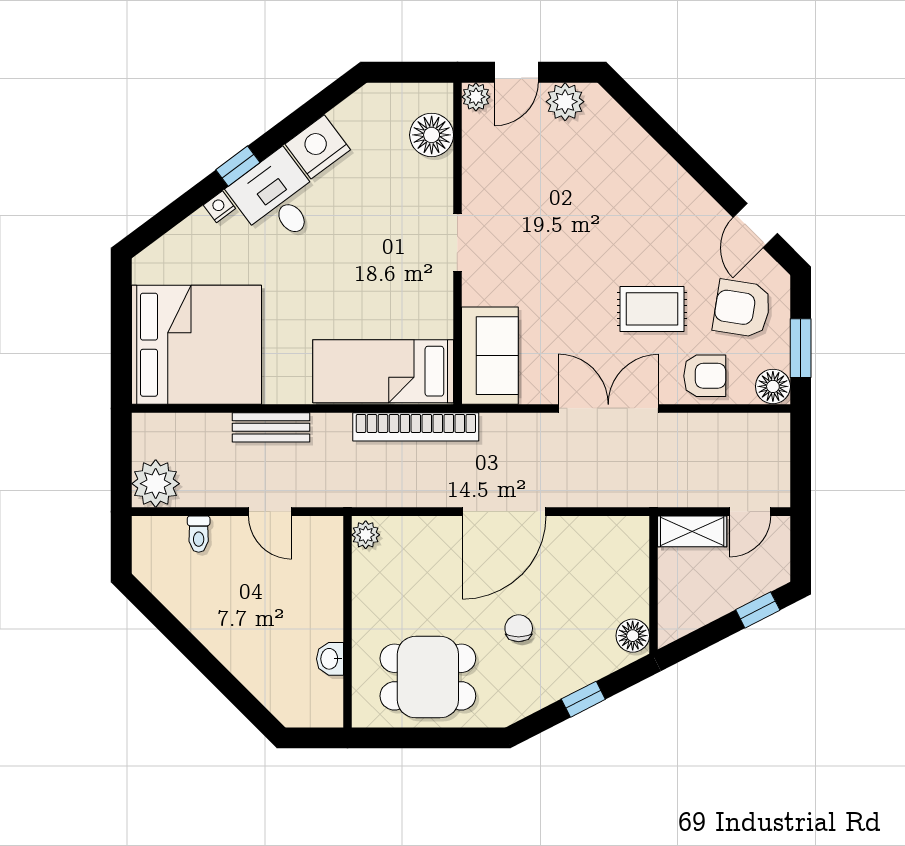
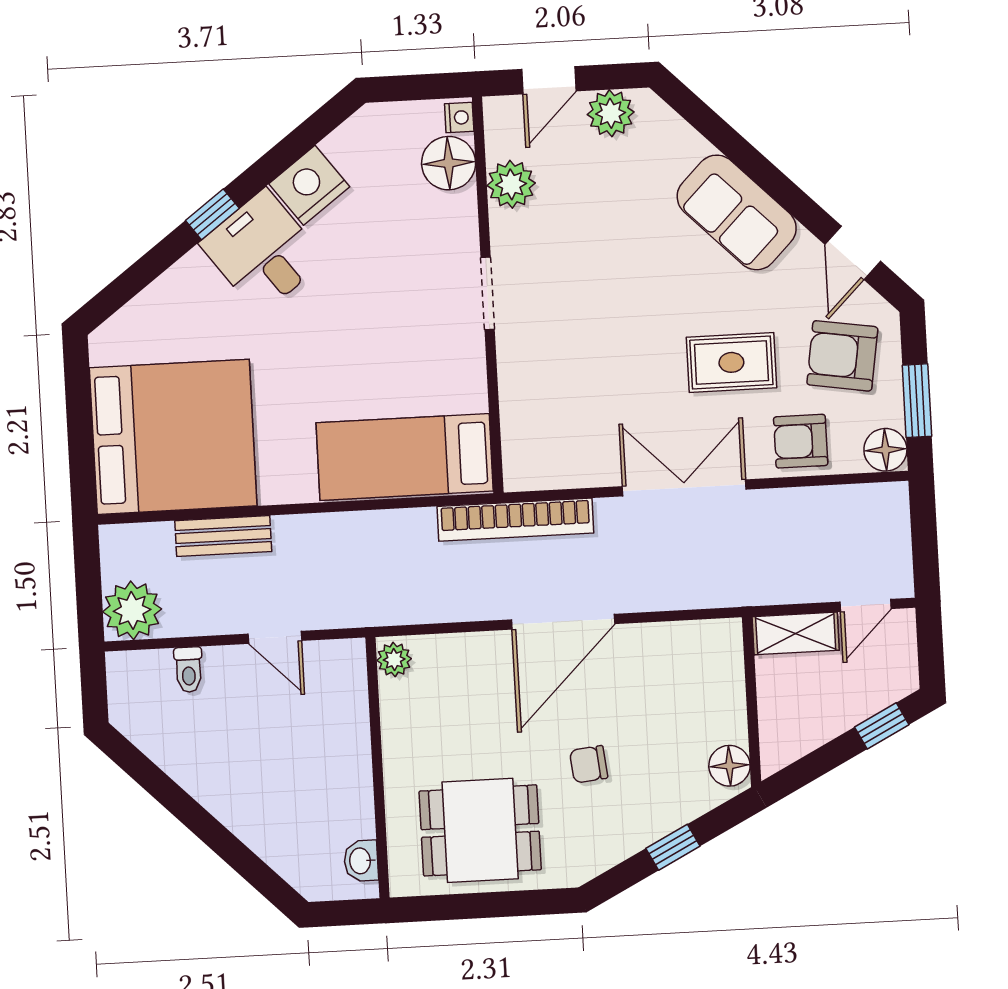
plant: (476, 97) -> (511, 184), moved, width x1.38, depth x1.38
nightstand: (219, 207) -> (459, 118), moved, turned 127
sofa: (490, 356) -> (737, 212), moved, turned 135
armchair: (705, 376) -> (801, 441), turned 180
bench: (271, 427) -> (223, 536), moved
bookcase: (416, 427) -> (515, 520), moved
chair: (519, 628) -> (589, 764), turned -96
washbasin: (330, 659) -> (361, 861), moved

